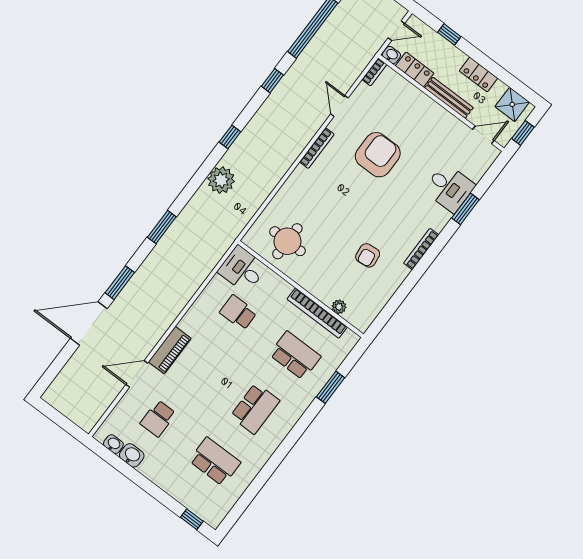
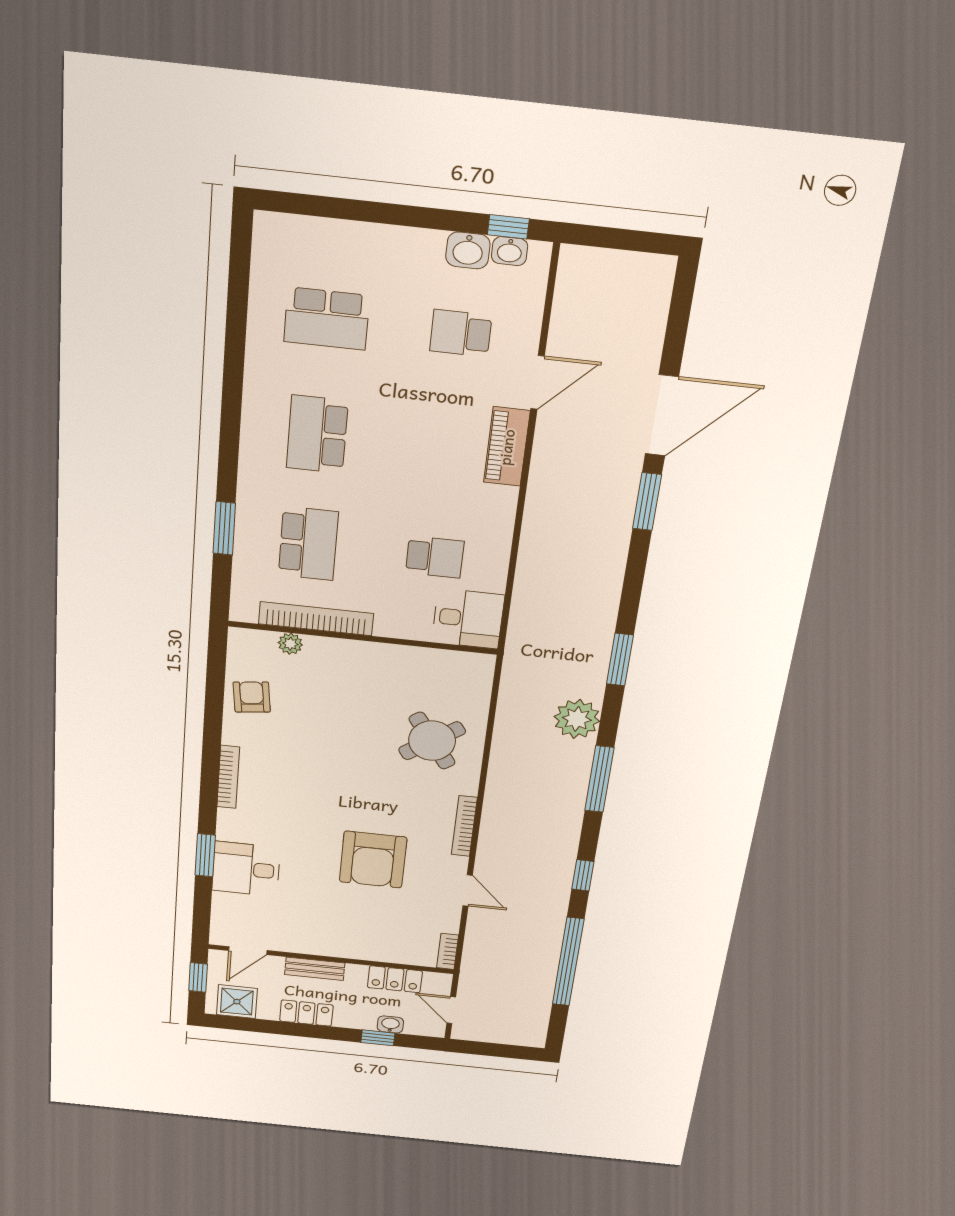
door: (396, 31) -> (451, 1010), hinge flipped
washbasin: (391, 55) -> (390, 1024), moved, turned 180
bench: (449, 98) -> (315, 969), width x0.73
window: (230, 137) -> (599, 779), width x2.17
window: (162, 227) -> (620, 660), moved
round table: (287, 241) -> (432, 741), moved, turned -35
armchair: (368, 255) -> (252, 697), moved
school desk: (295, 355) -> (308, 543), turned -90
school desk: (158, 419) -> (461, 333), turned -90
window: (192, 519) -> (508, 227), moved

